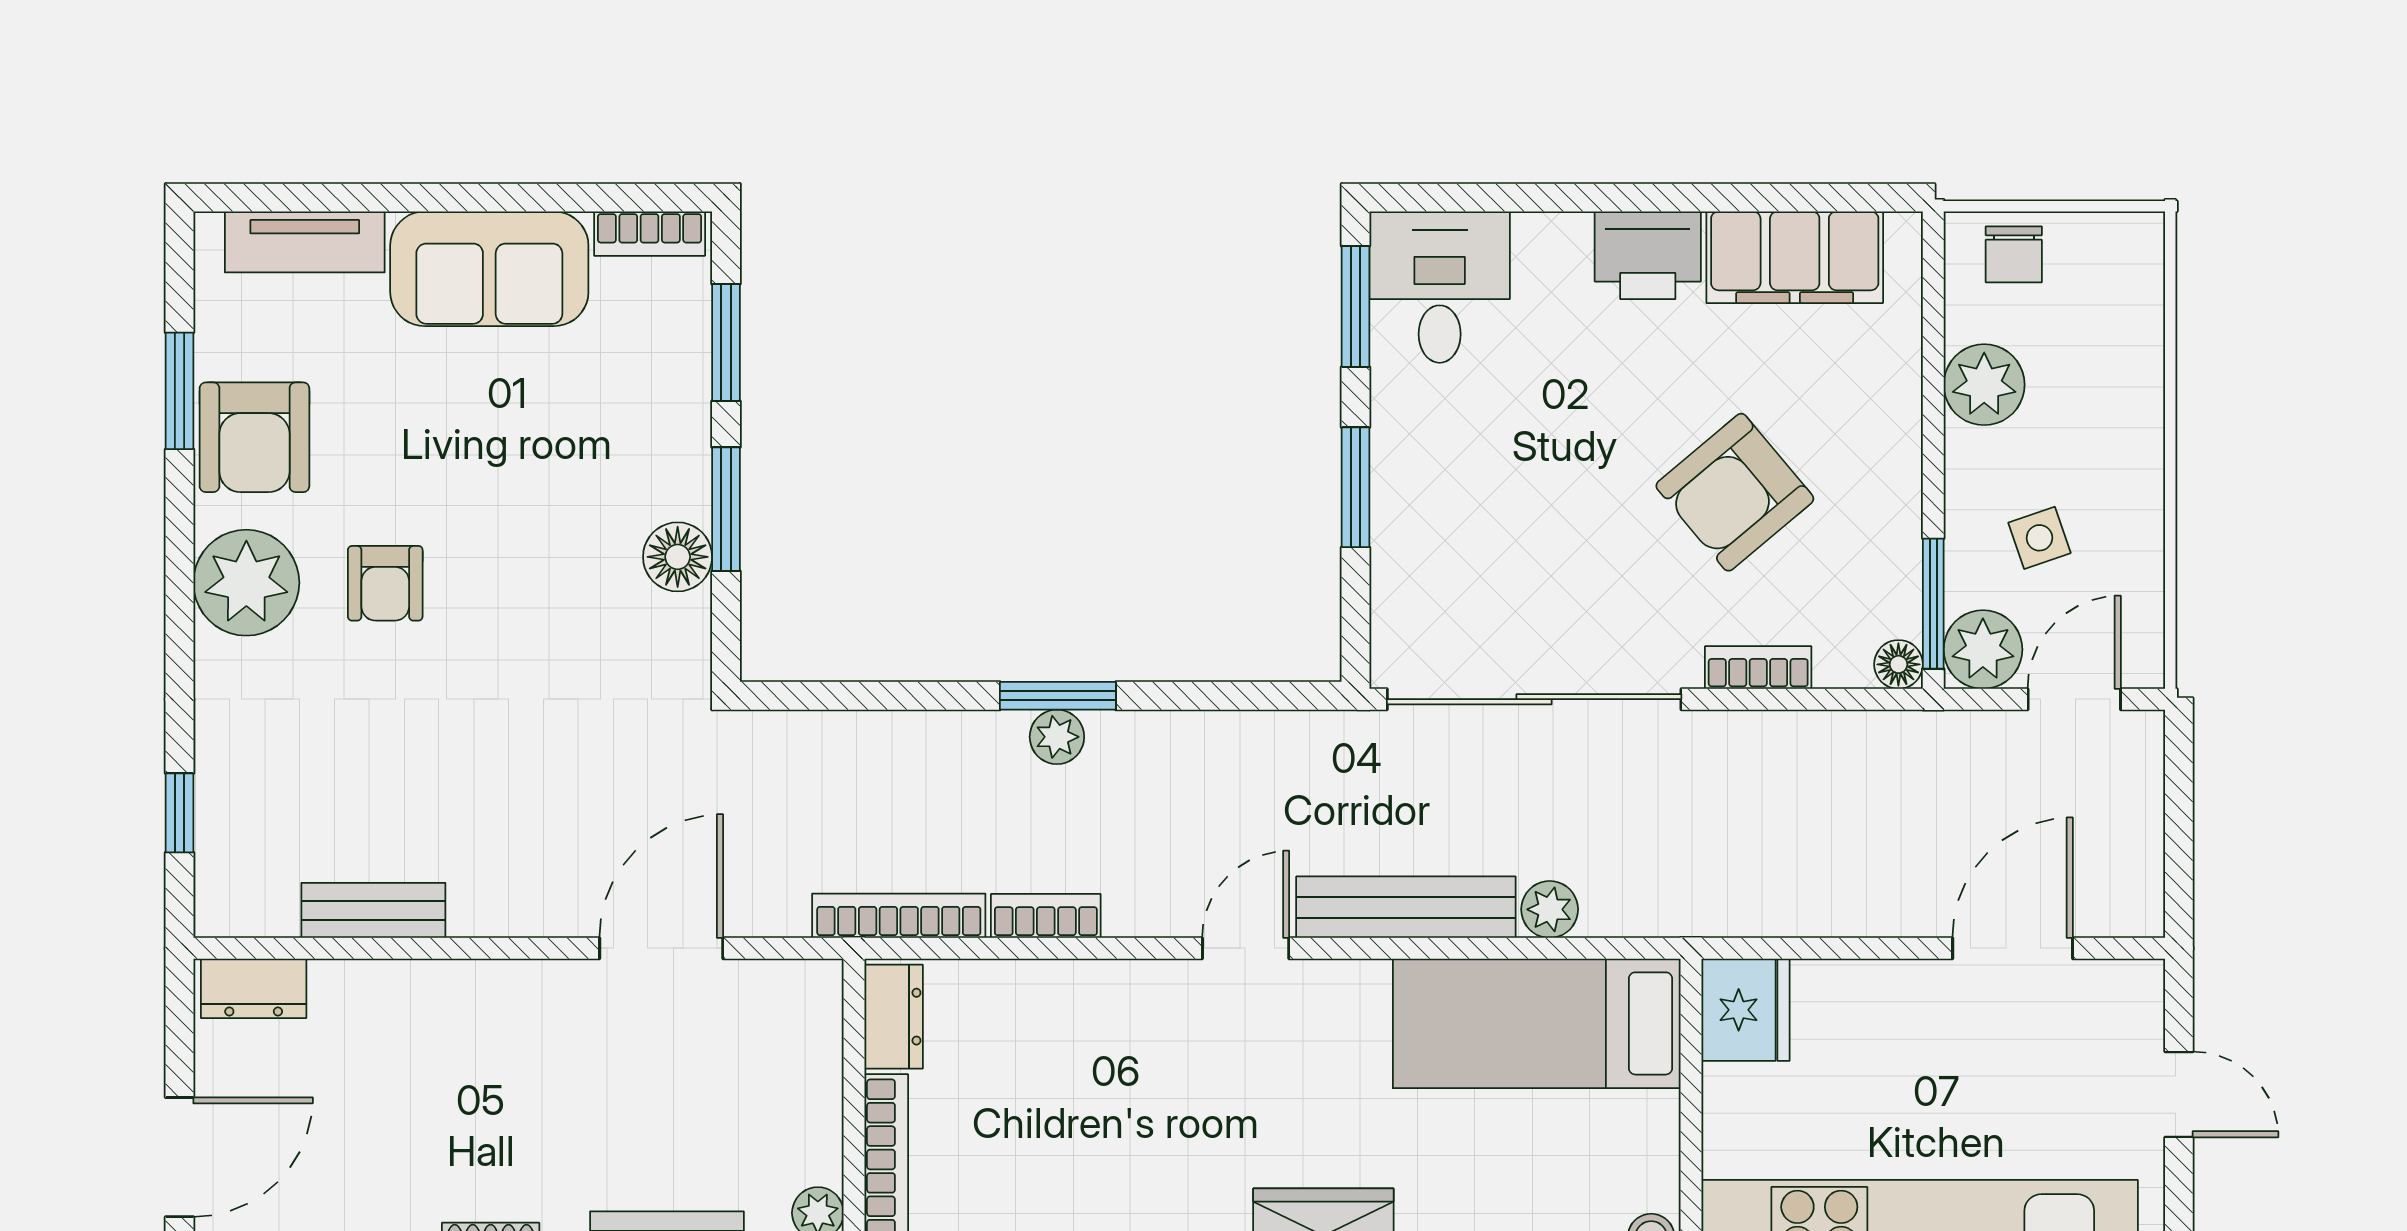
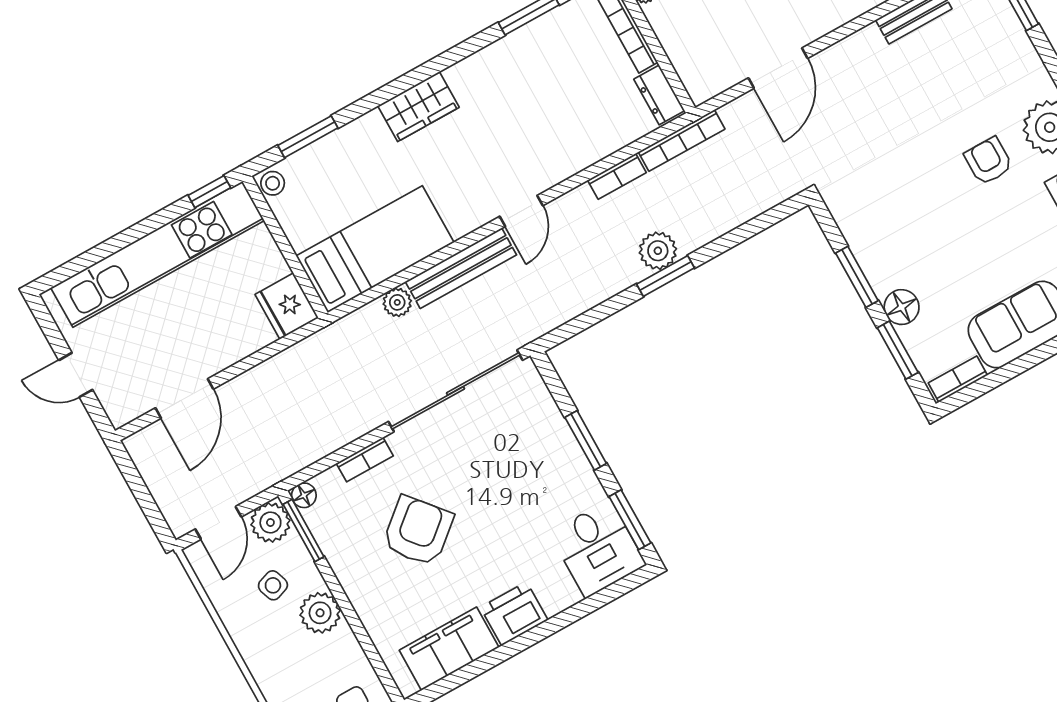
plant: (1984, 385) -> (320, 613), moved
floor lamp: (678, 557) -> (902, 307), moved
plant: (1057, 737) -> (658, 251), width x1.38, depth x1.38

